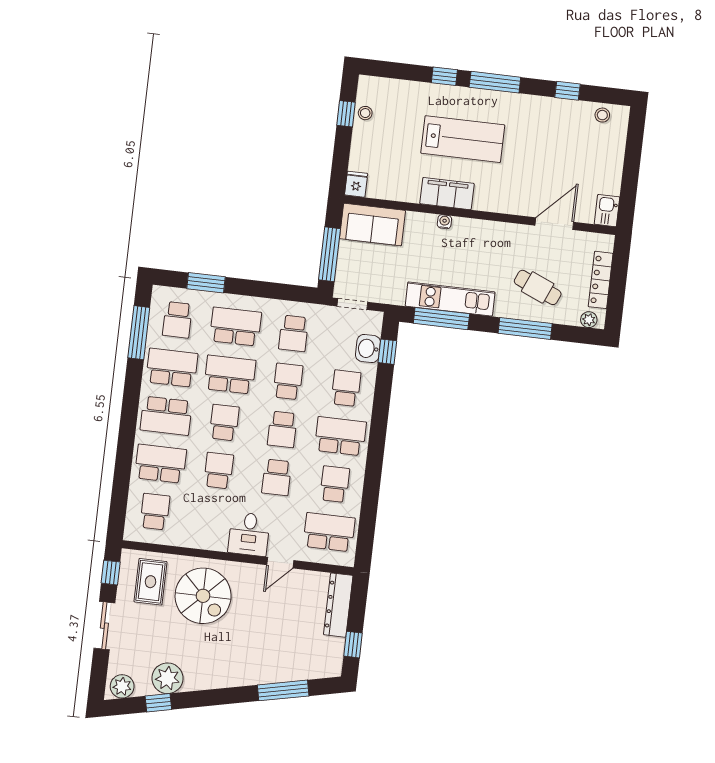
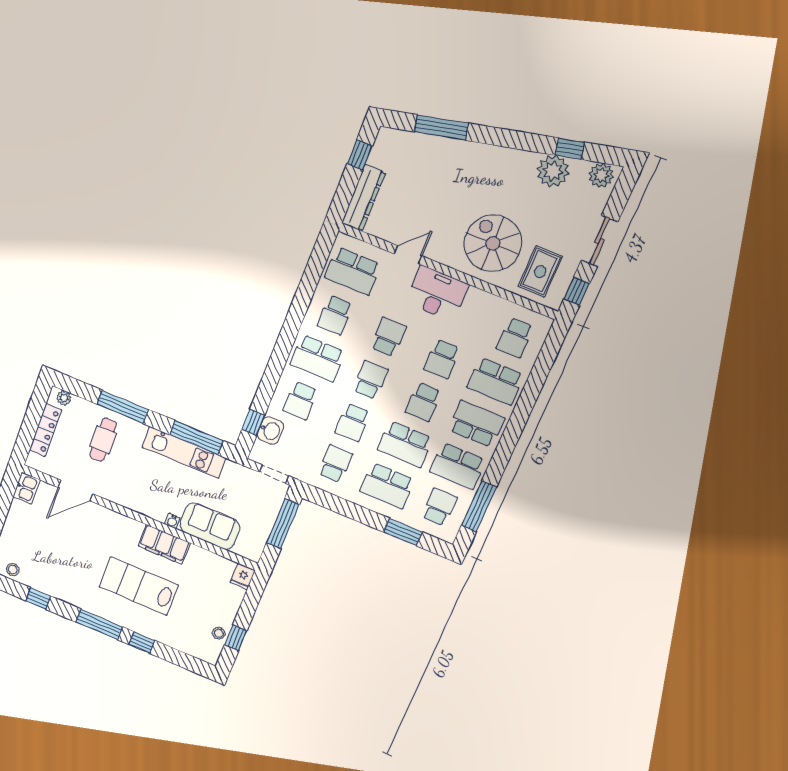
sofa: (372, 225) -> (210, 526), moved
cafe table: (538, 287) -> (103, 440), turned 67
desk: (249, 534) -> (437, 293), width x1.37

